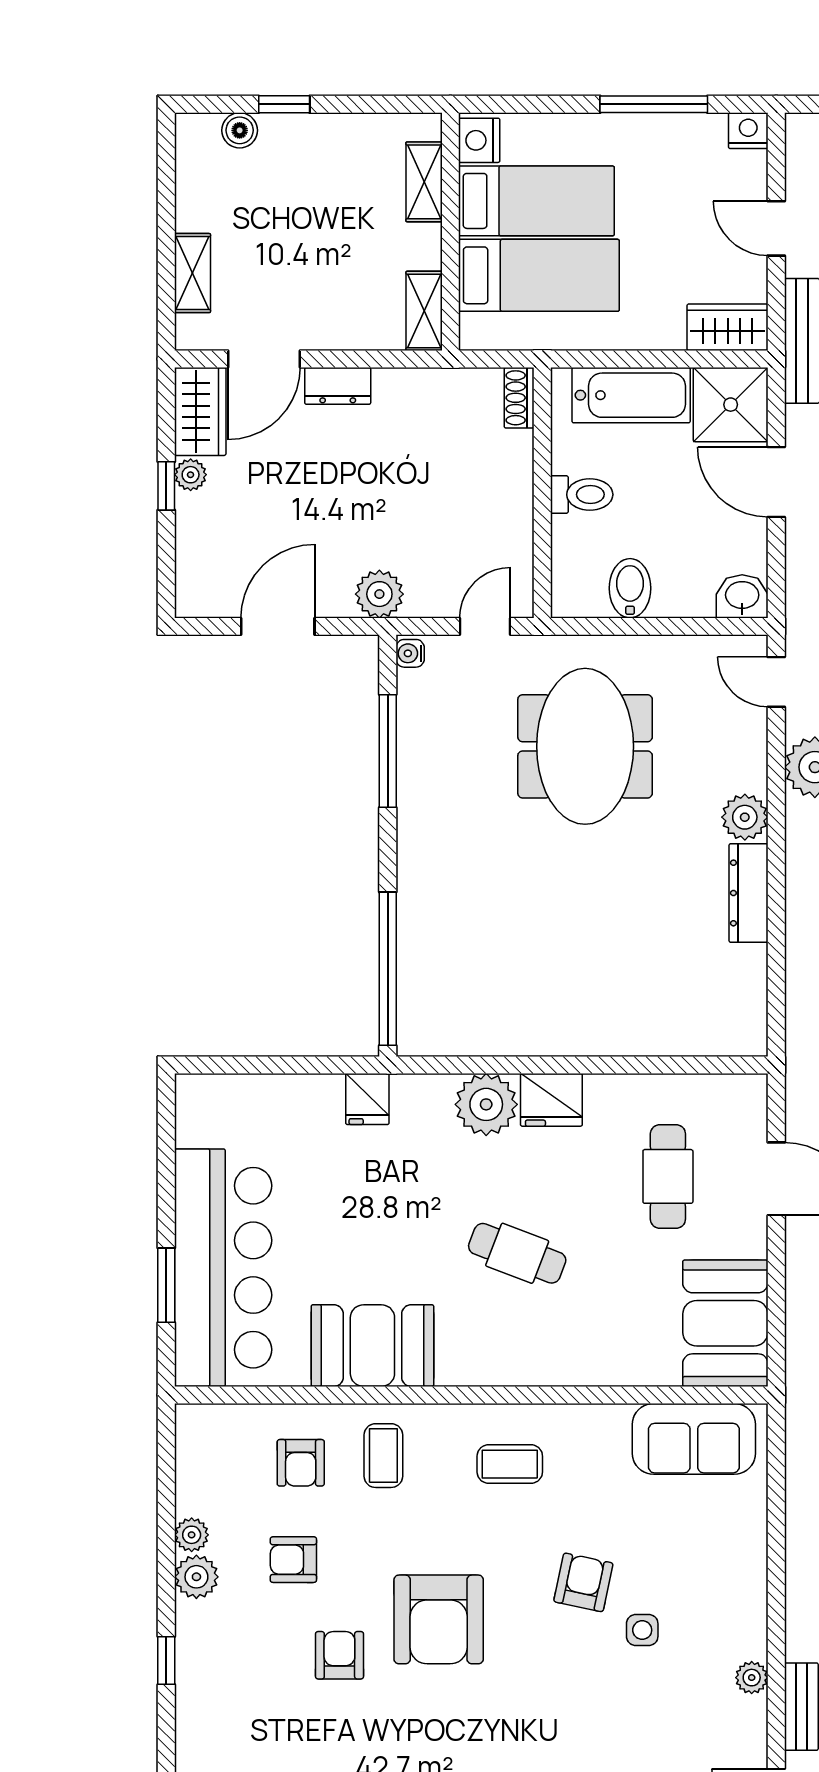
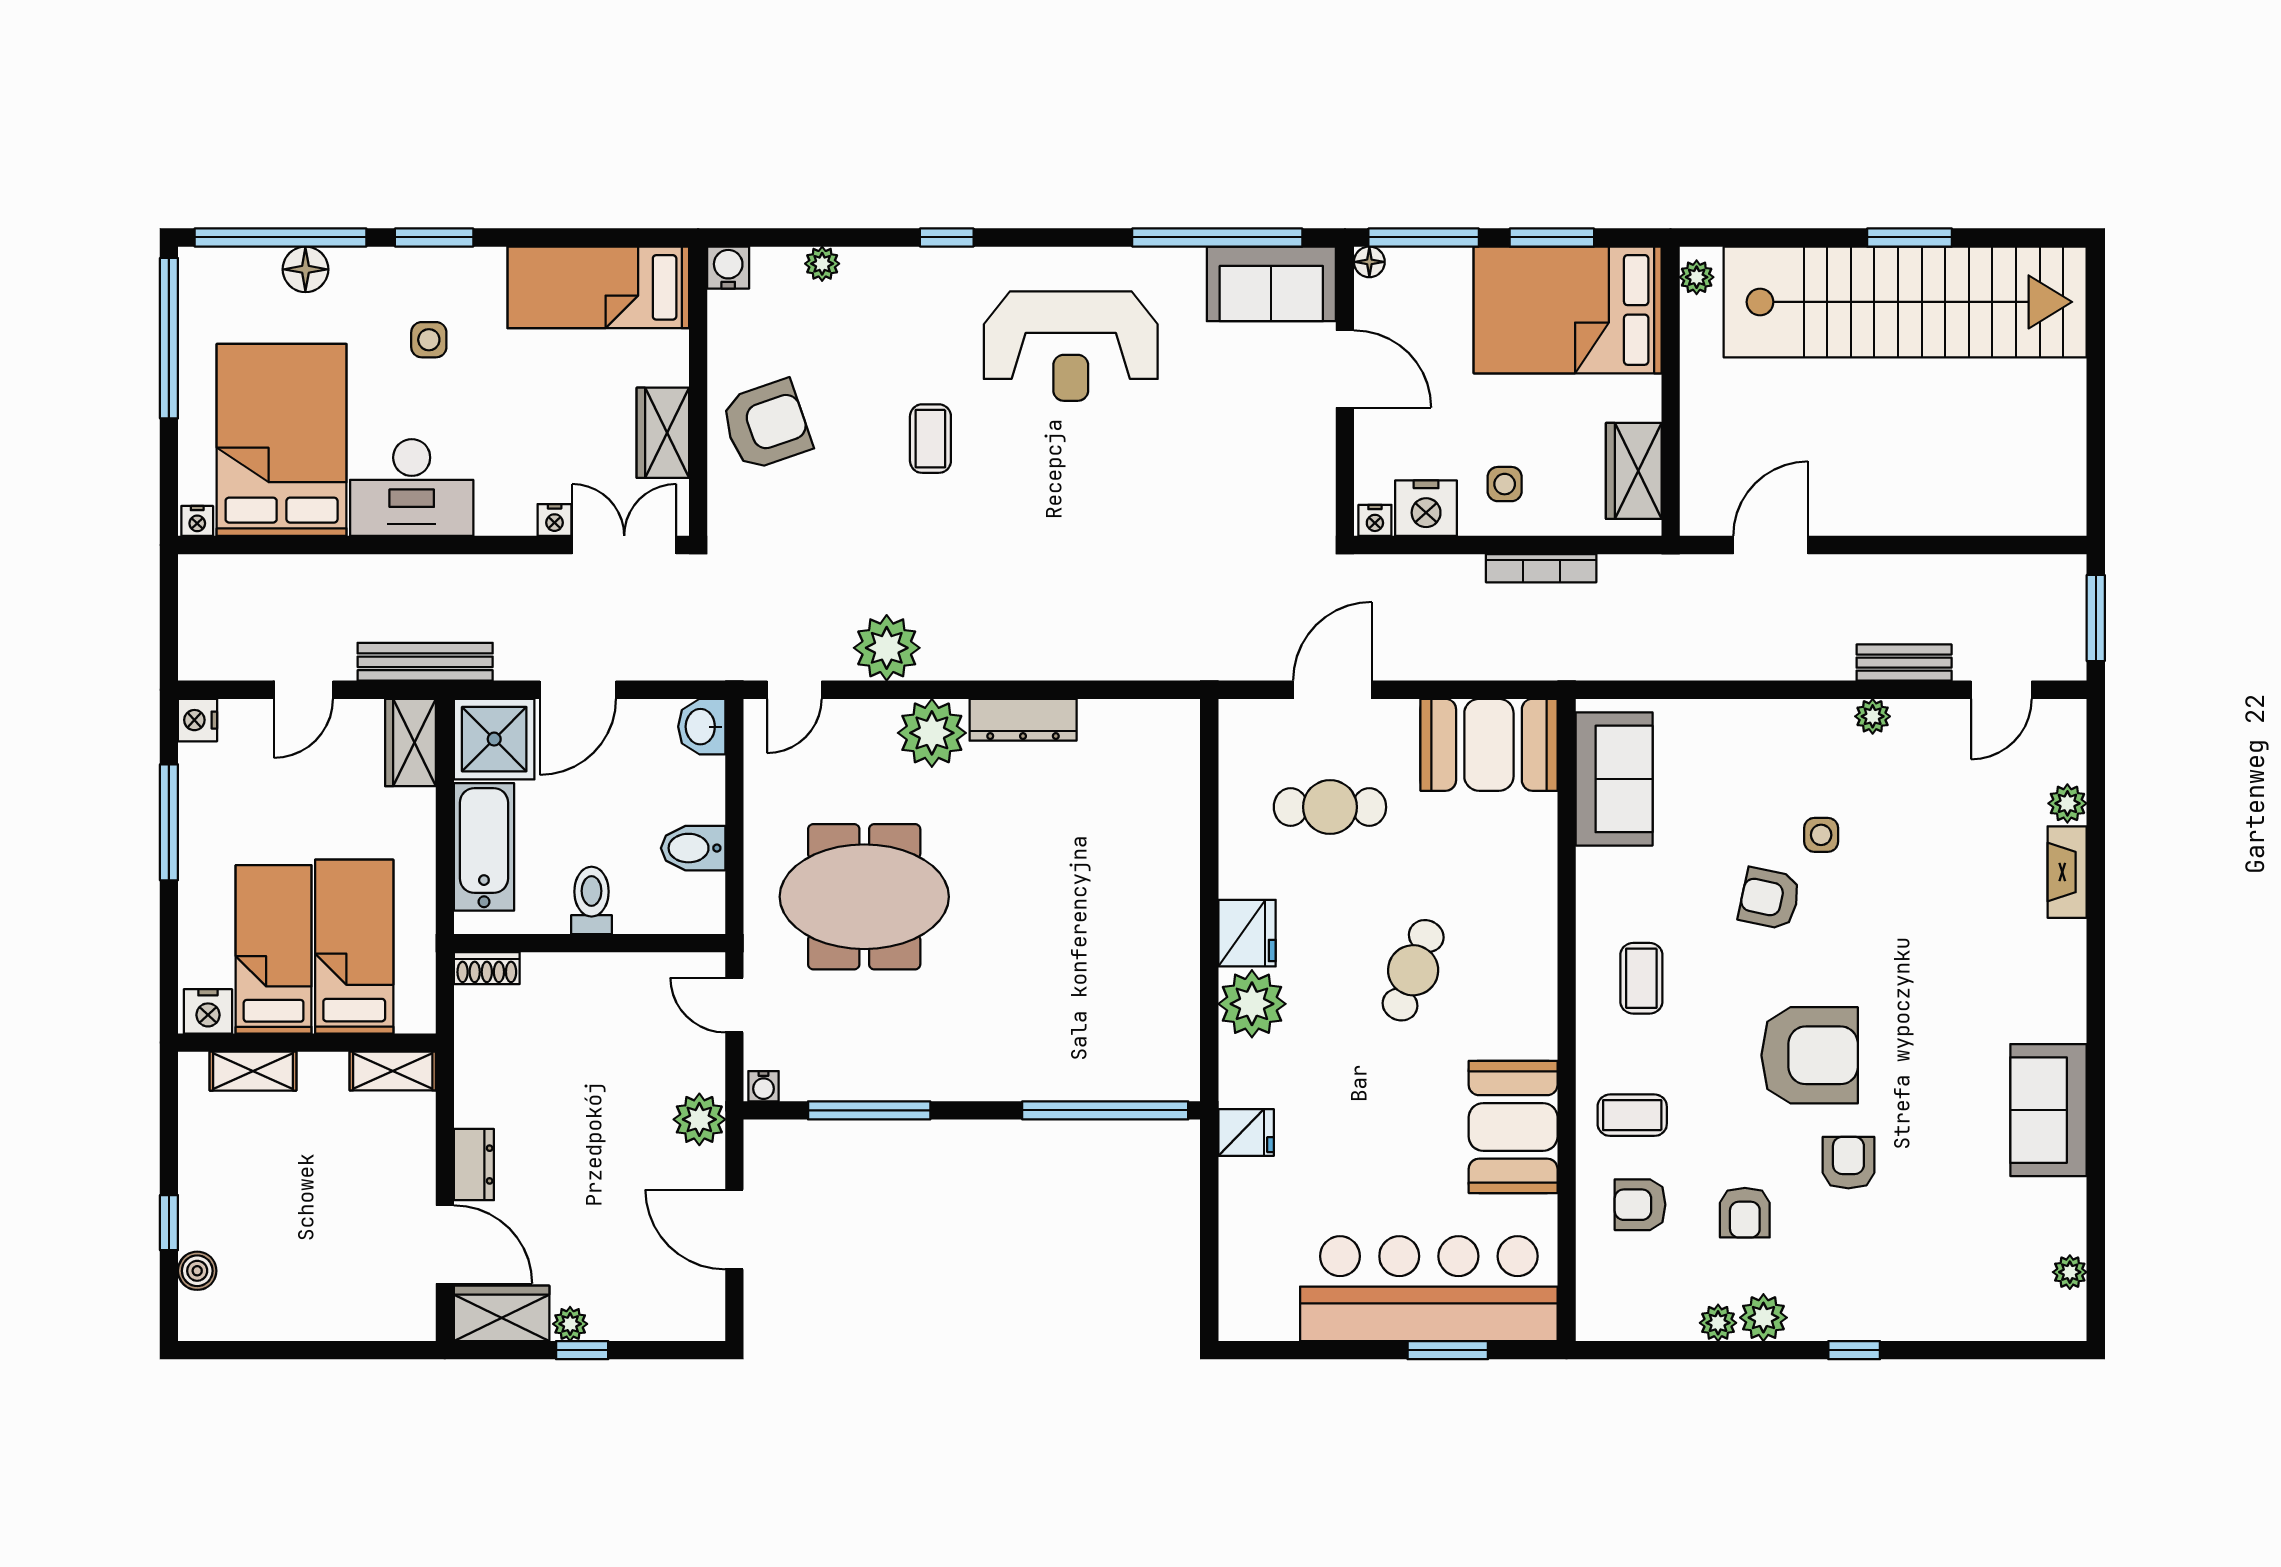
shelving: (193, 273) -> (352, 1322), removed
plant: (745, 817) -> (932, 733), width x1.36, depth x1.36
armchair: (301, 1463) -> (1640, 1205), turned 180
armchair: (339, 1655) -> (1848, 1163), turned 90

